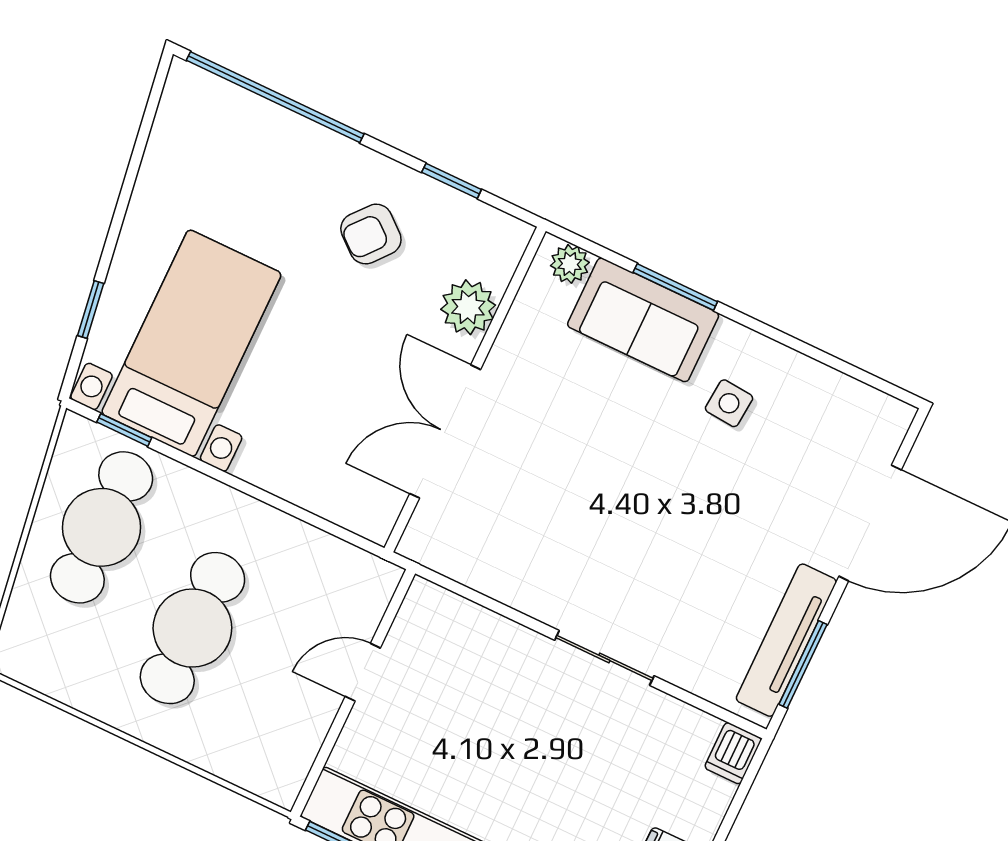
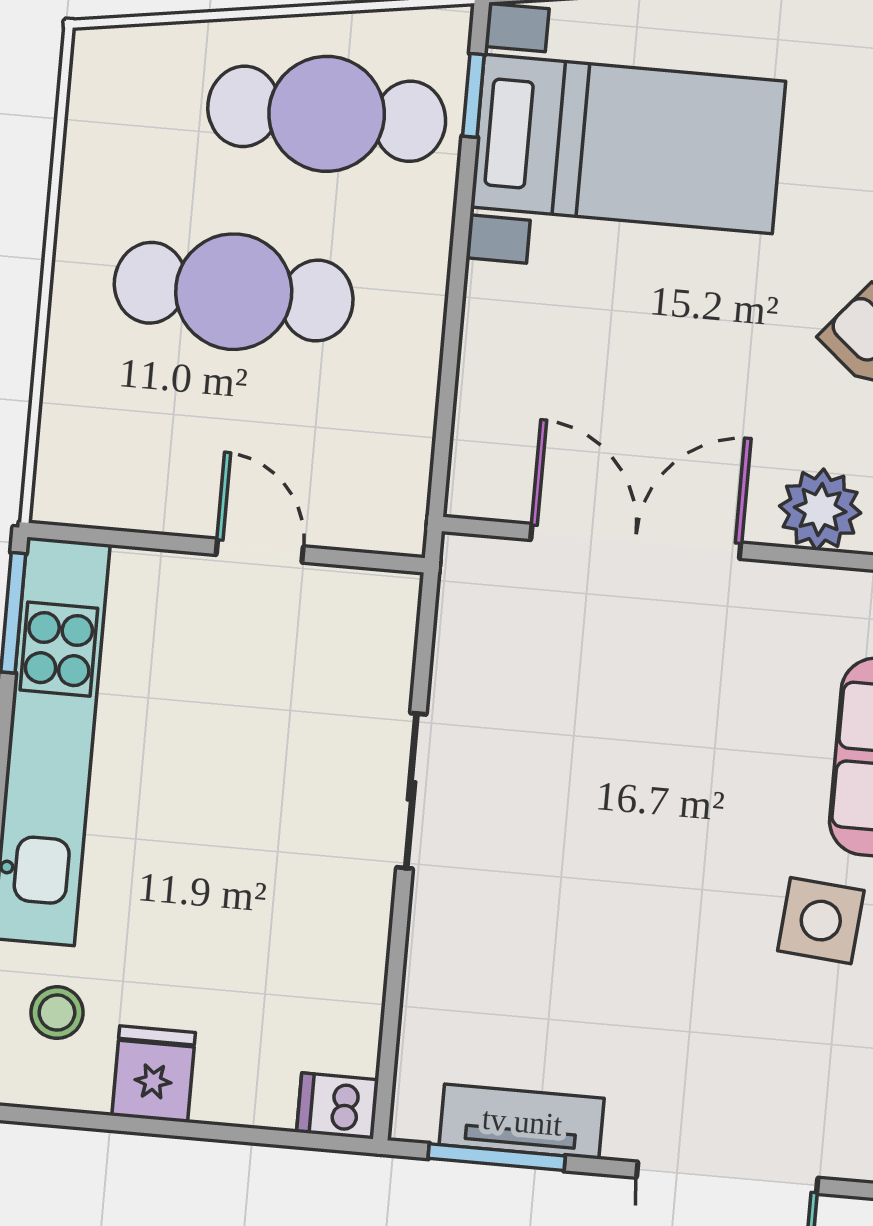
side table: (729, 403) -> (821, 921), width x1.37, depth x1.37
tv unit: (786, 640) -> (522, 1122), width x0.71
sliding door: (604, 658) -> (411, 791), moved

